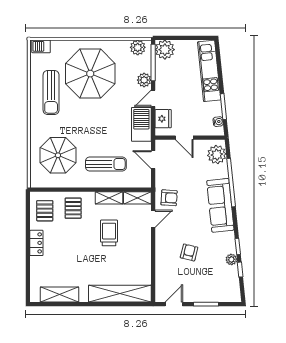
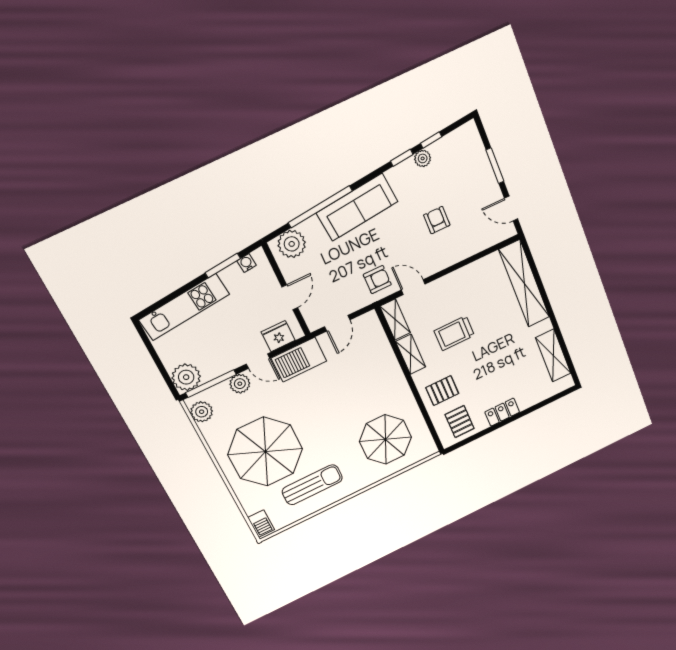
sun lounger: (106, 164) -> (370, 378), removed
armchair: (169, 198) -> (377, 280), turned 86
pallet: (45, 211) -> (460, 422), turned 90
armchair: (189, 252) -> (437, 220), turned 76

